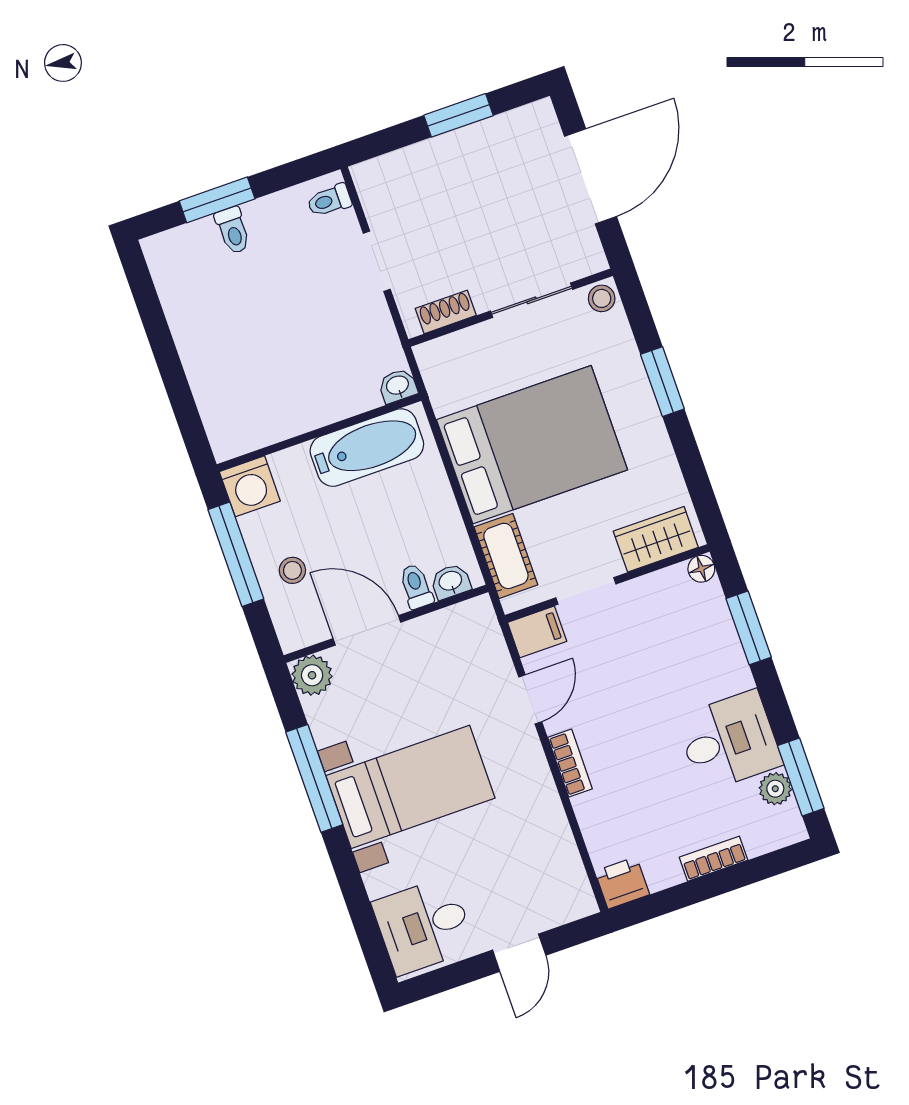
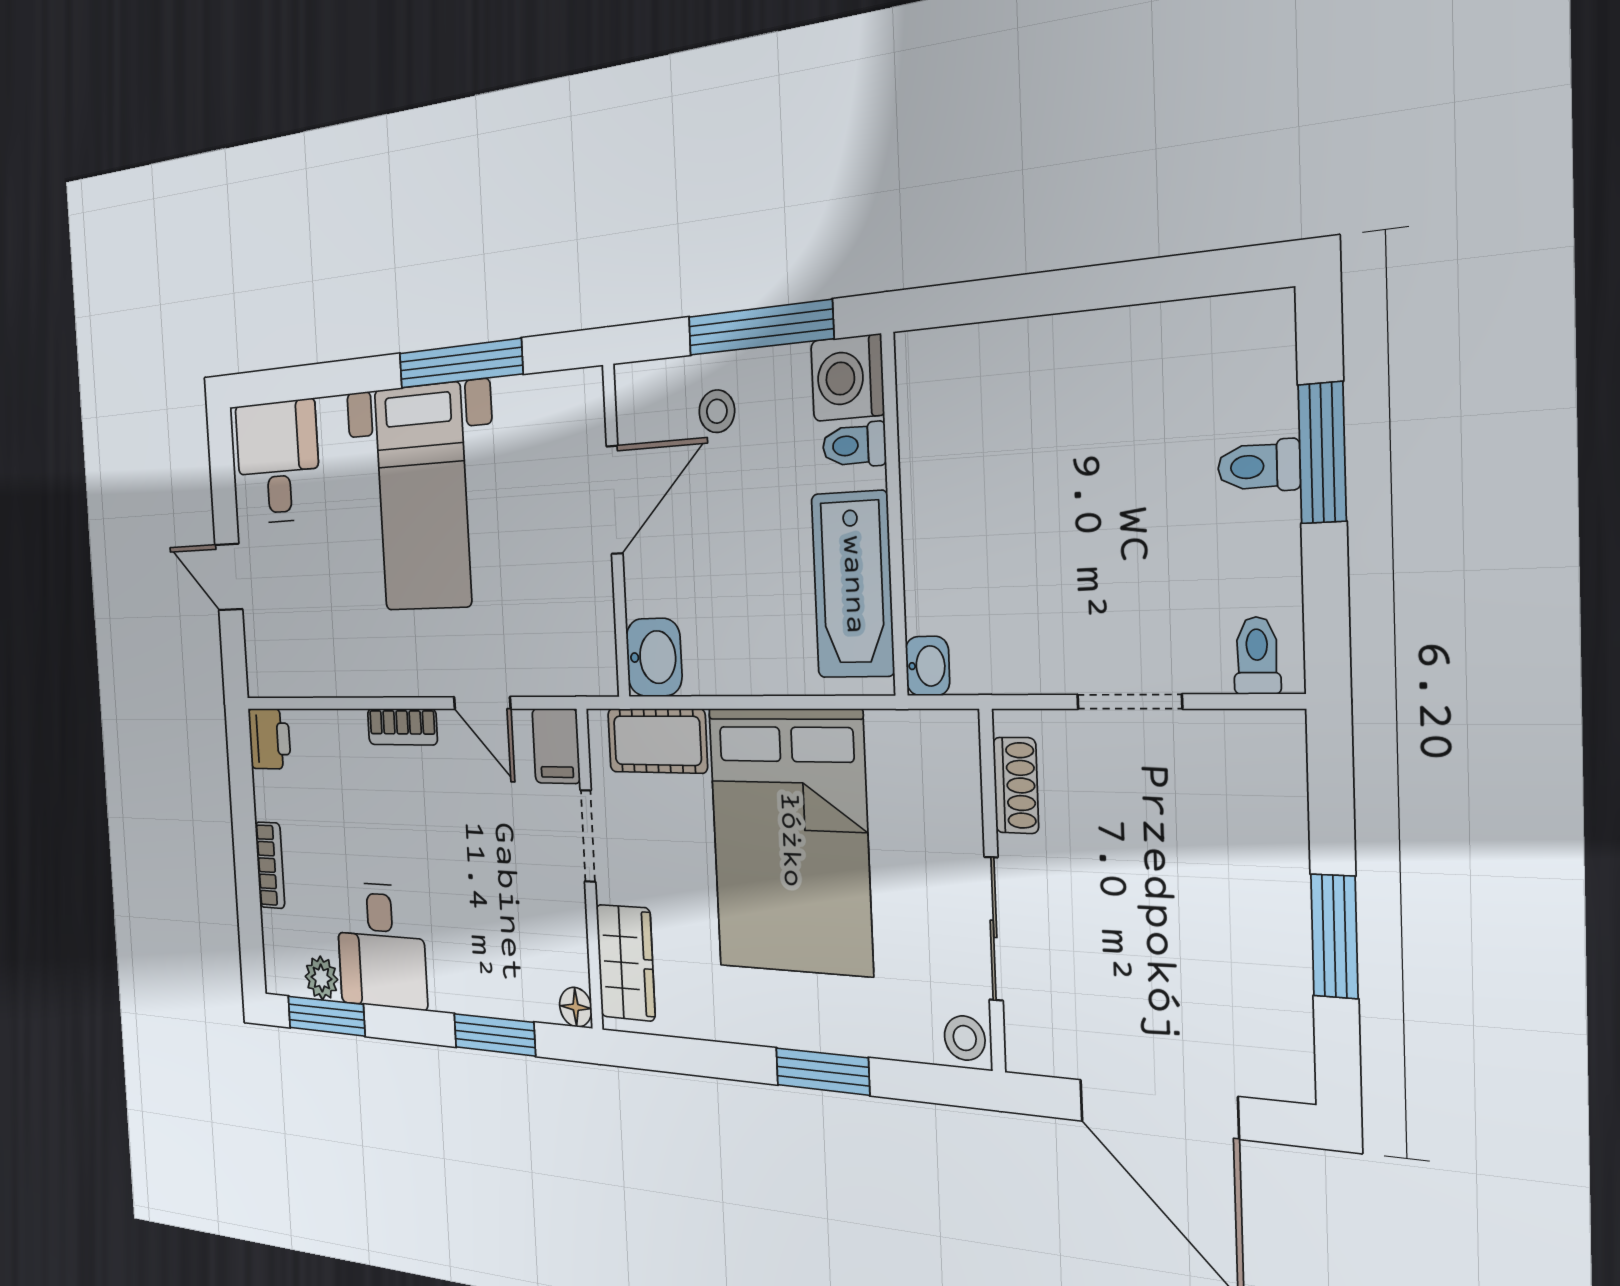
washbasin: (451, 582) -> (654, 657), width x1.38, depth x1.45
toilet: (416, 586) -> (854, 445), moved, turned 180
plant: (312, 675) -> (579, 399), removed

